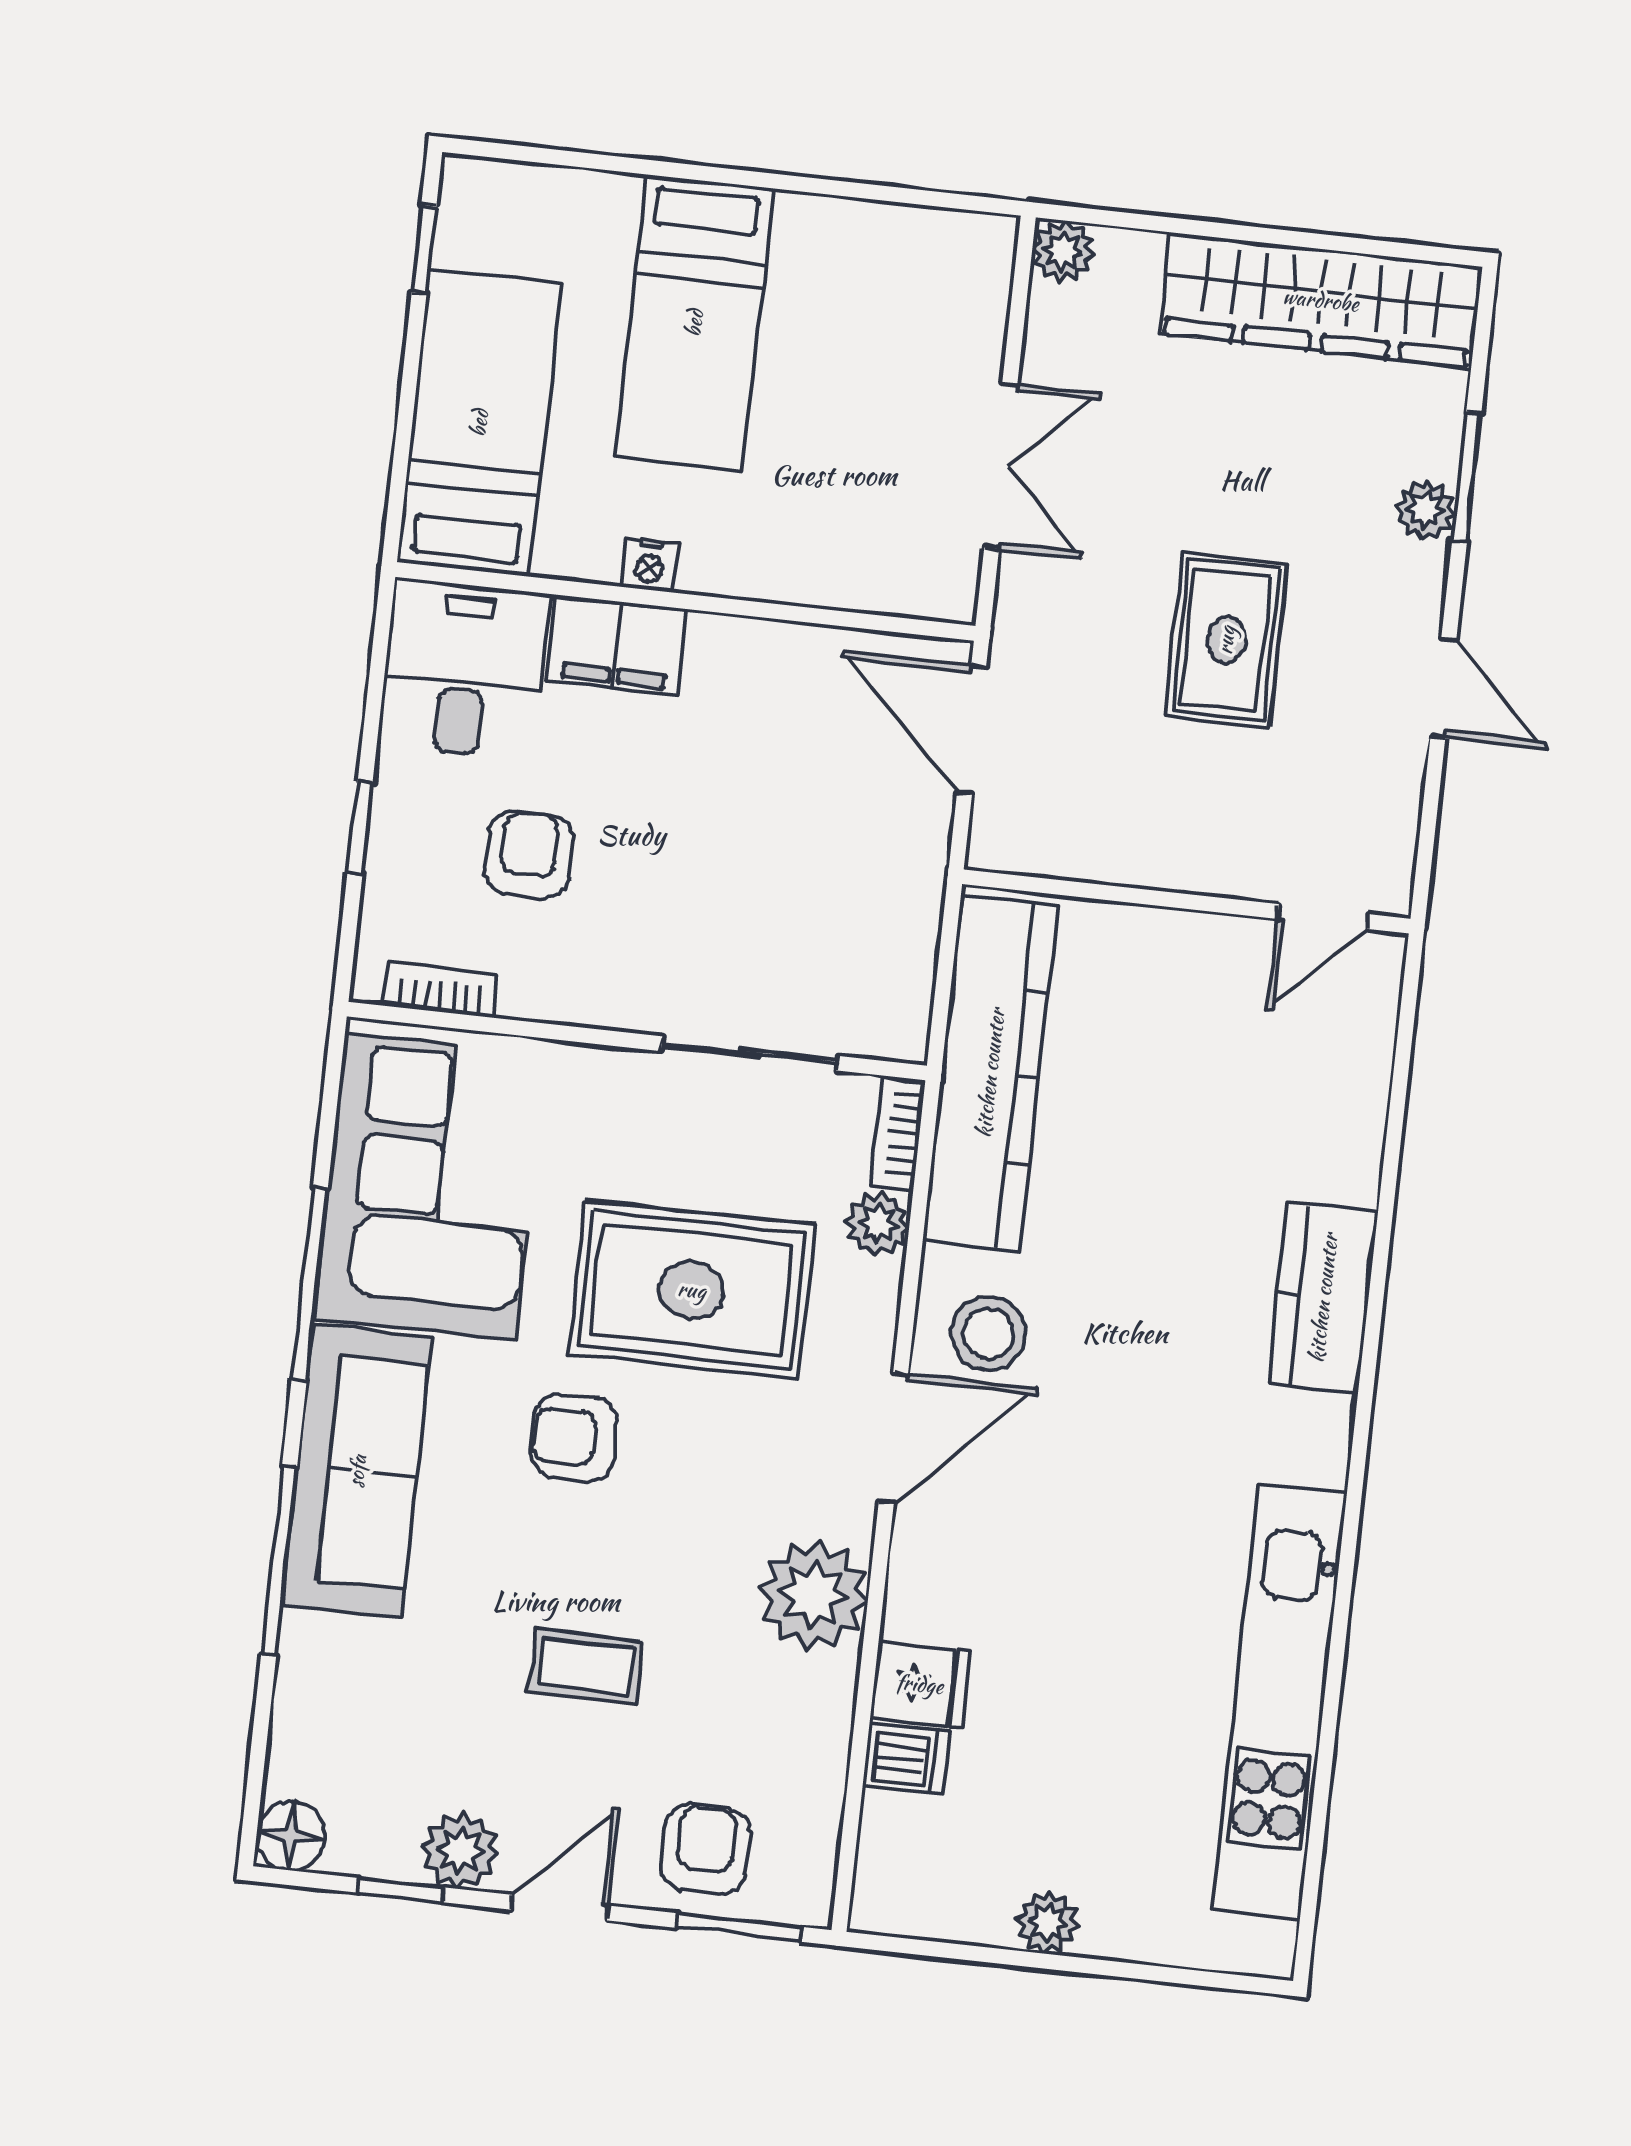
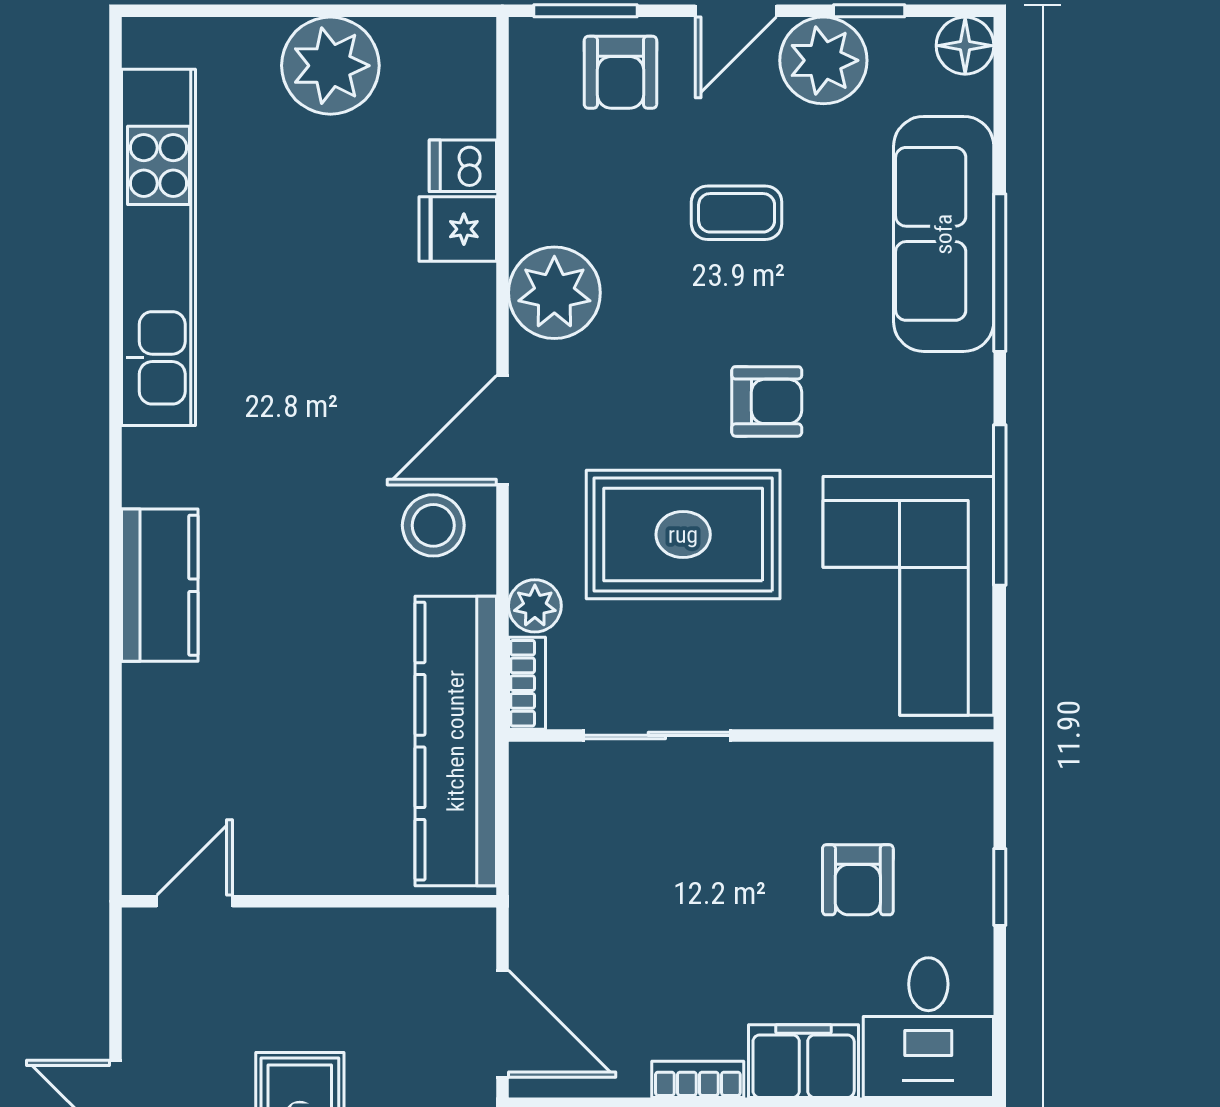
bookcase: (441, 990) -> (698, 1079), moved, turned 180
sofa: (357, 1471) -> (944, 234), moved
plant: (460, 1851) -> (823, 60), width x1.36, depth x1.36
plant: (1048, 1923) -> (330, 66), width x1.88, depth x1.88

